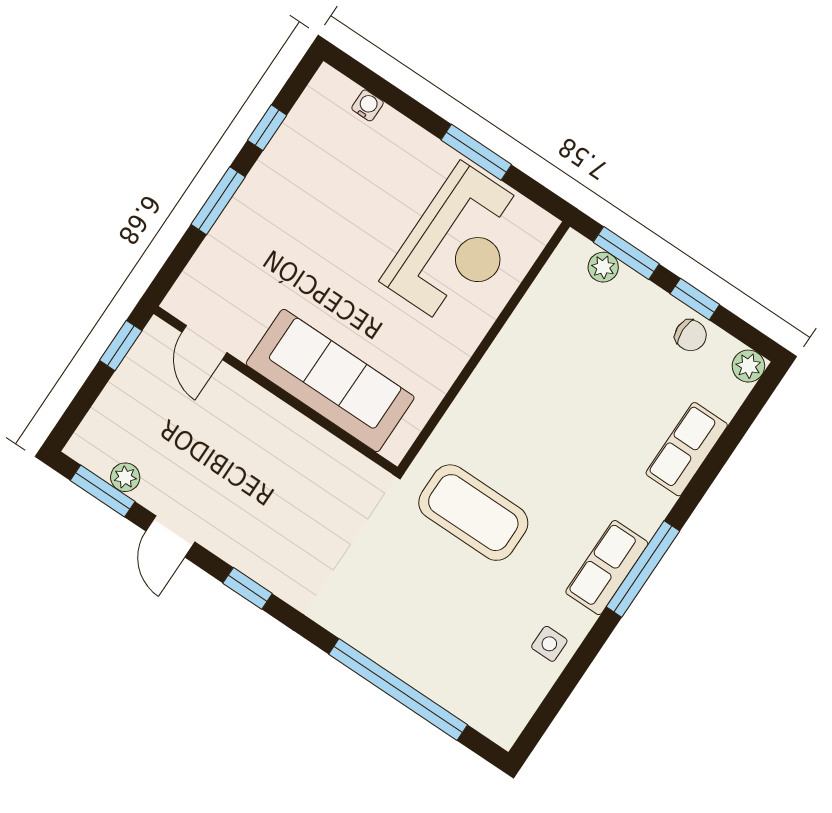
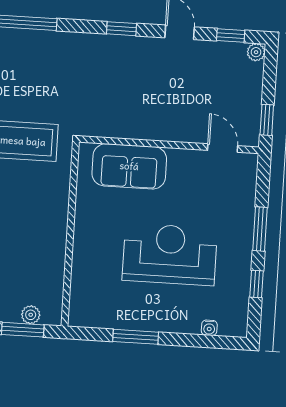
reception desk: (458, 246) -> (170, 254), moved, turned 90
sofa: (330, 381) -> (129, 166), width x0.73
plant: (125, 477) -> (256, 52), moved
window: (103, 491) -> (231, 36), width x0.67

